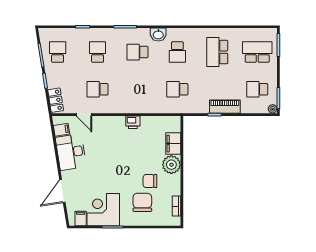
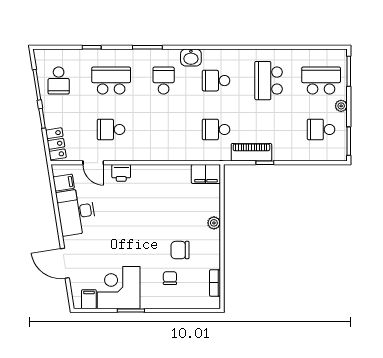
school desk: (58, 52) -> (59, 81), turned 180
school desk: (98, 52) -> (111, 81), width x1.85
school desk: (137, 52) -> (164, 81), turned 90
school desk: (177, 52) -> (216, 81), turned 90
piano: (225, 107) -> (251, 152), moved
plant: (273, 109) -> (341, 106), moved
printer: (133, 122) -> (121, 173), moved
filing cabinet: (173, 144) -> (206, 174), moved, turned -90
plant: (171, 165) -> (214, 223), width x0.53, depth x0.53
door: (62, 191) -> (65, 263), hinge flipped
chair: (142, 202) -> (170, 278), width x0.54, depth x0.54

